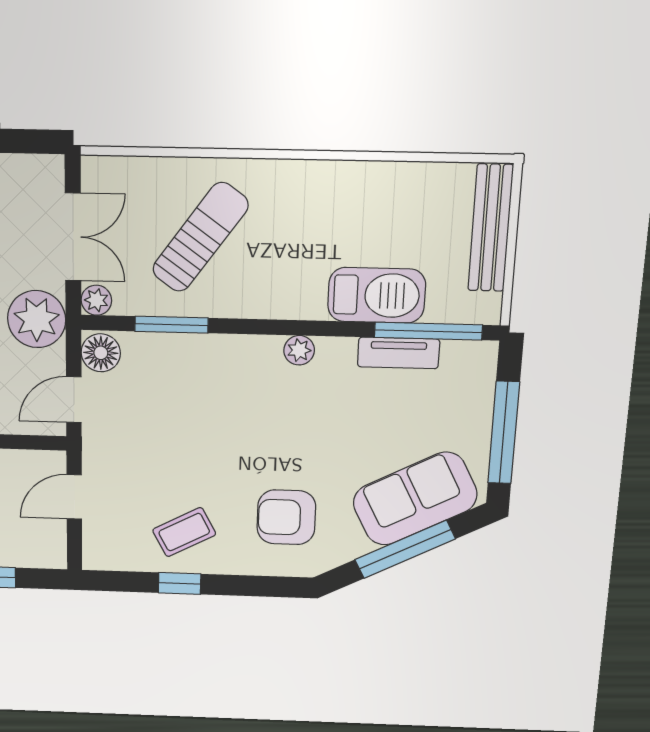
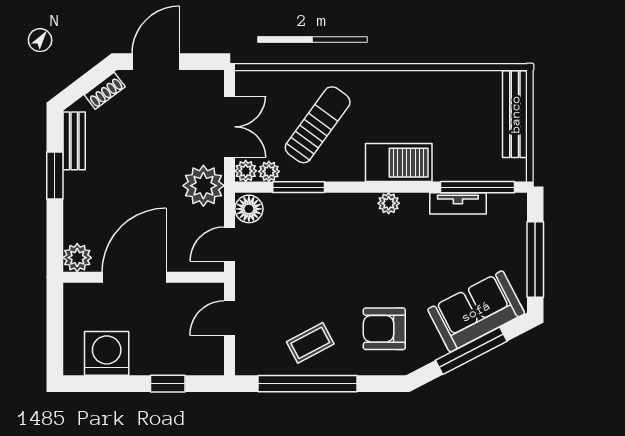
barbecue: (377, 295) -> (399, 163), moved
plant: (129, 302) -> (269, 171), added
window: (180, 583) -> (308, 384), width x3.17

